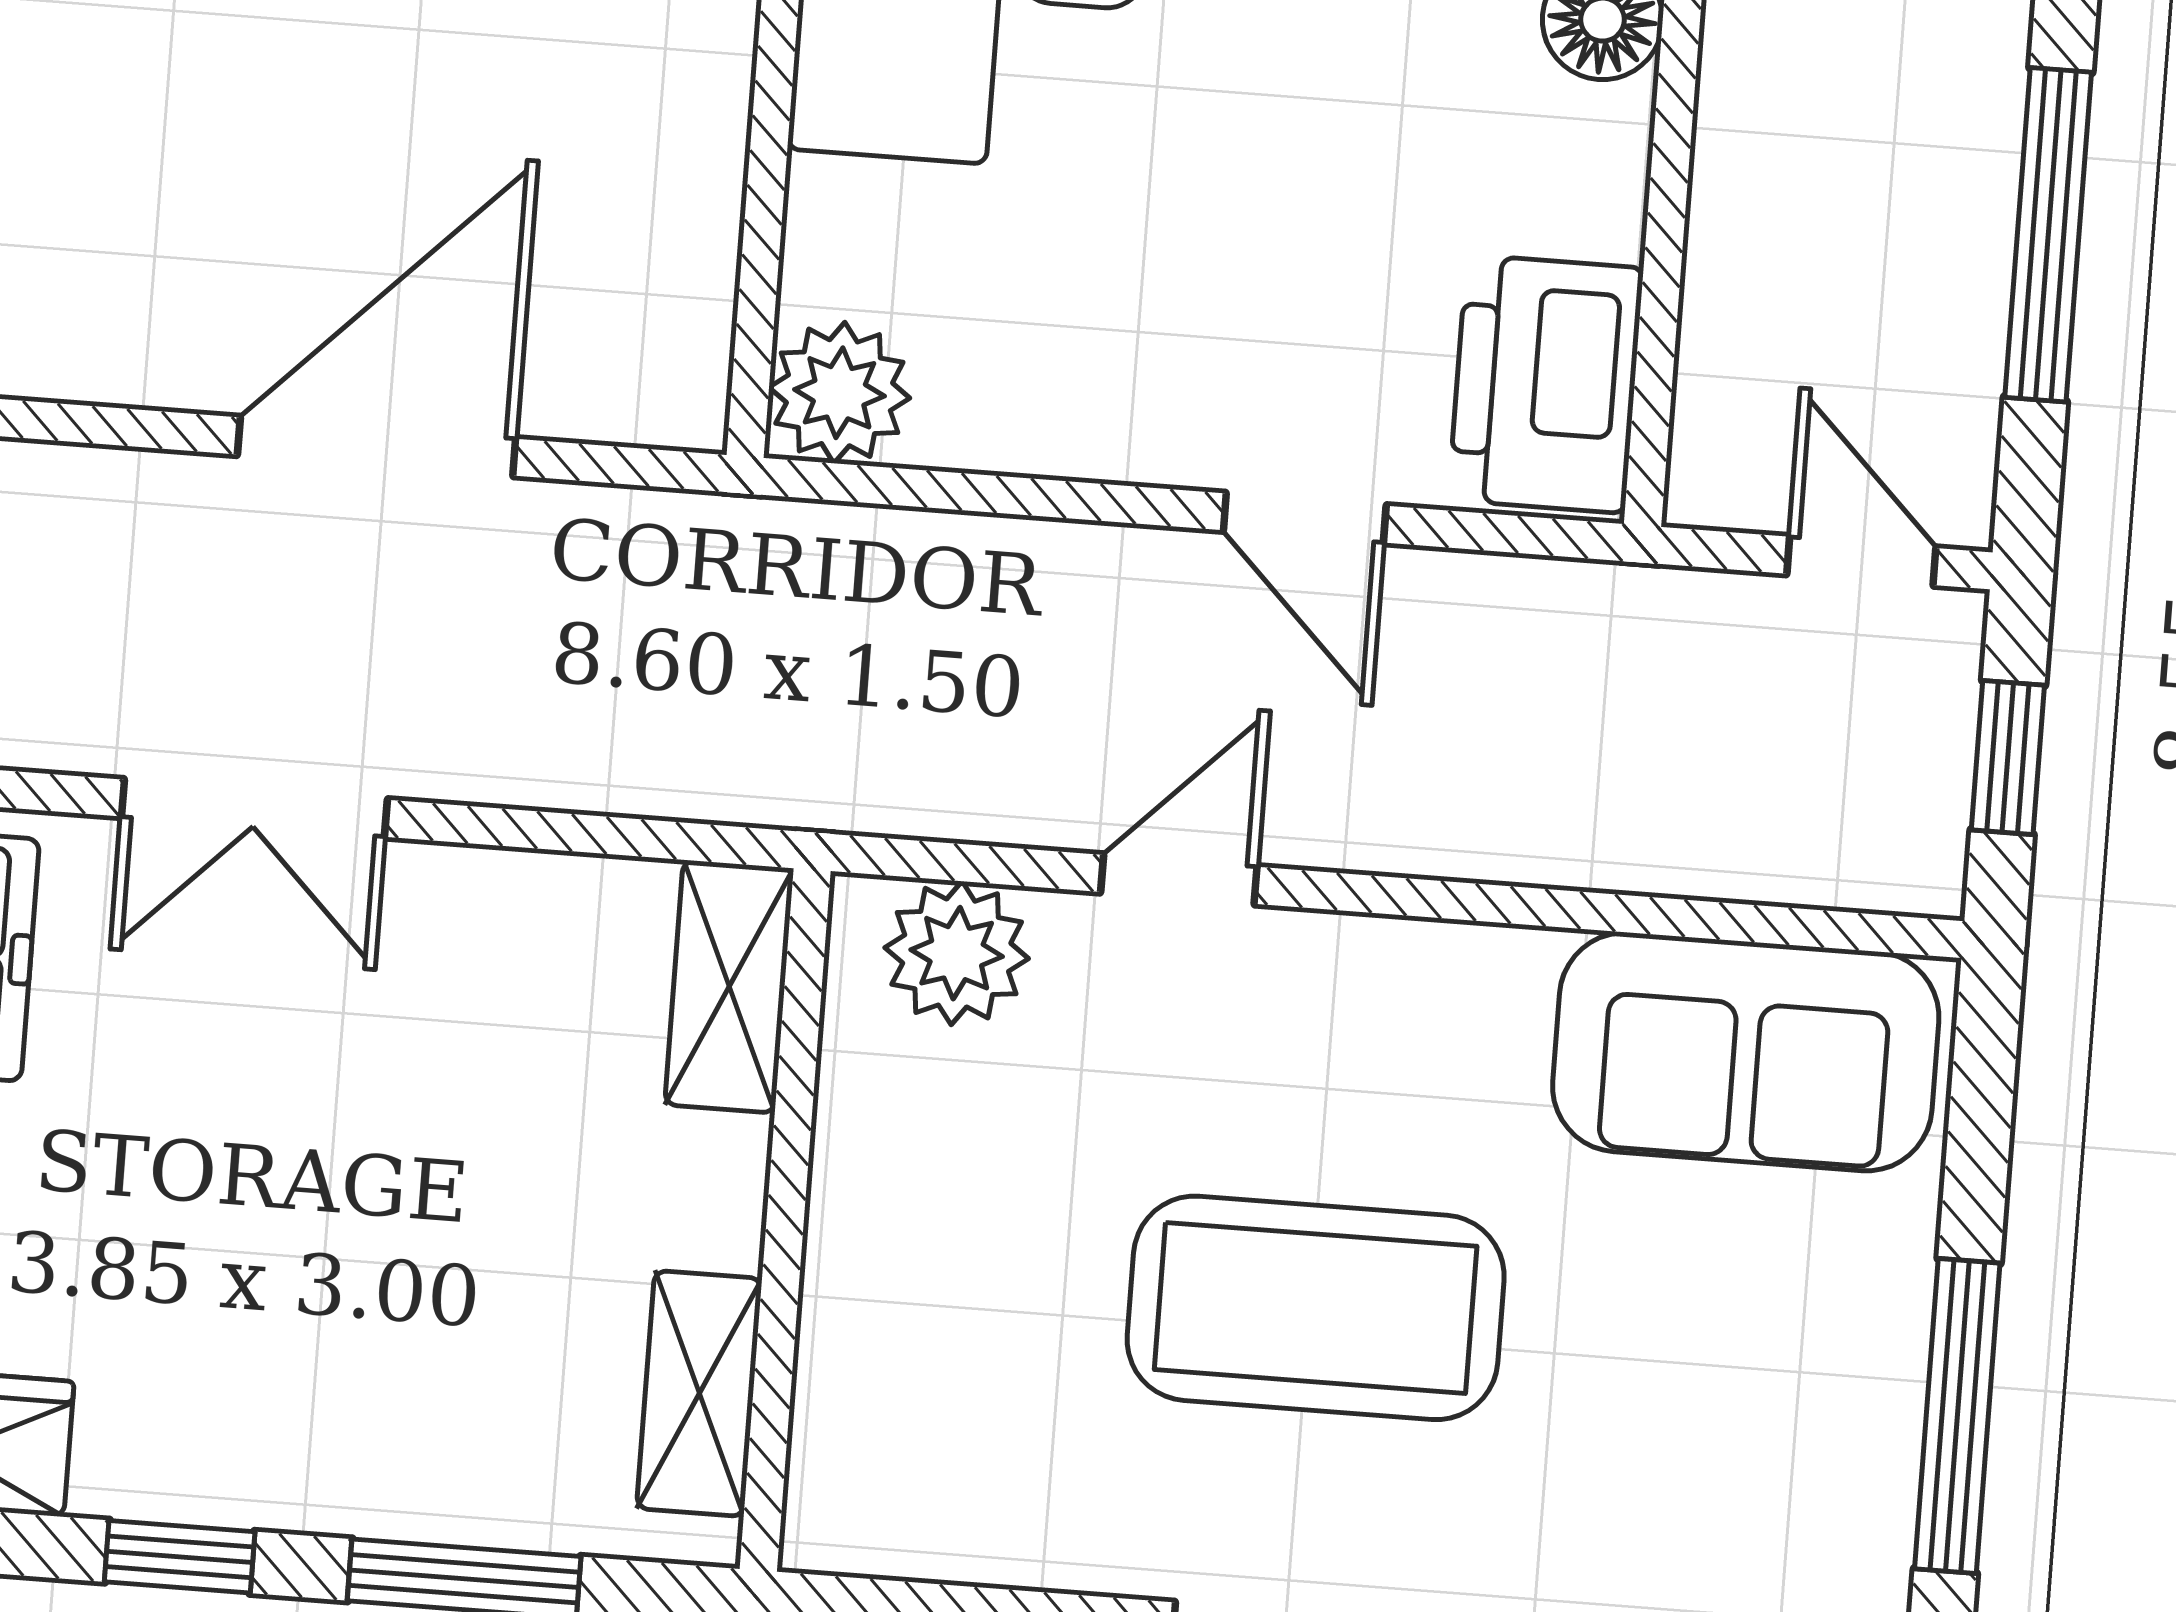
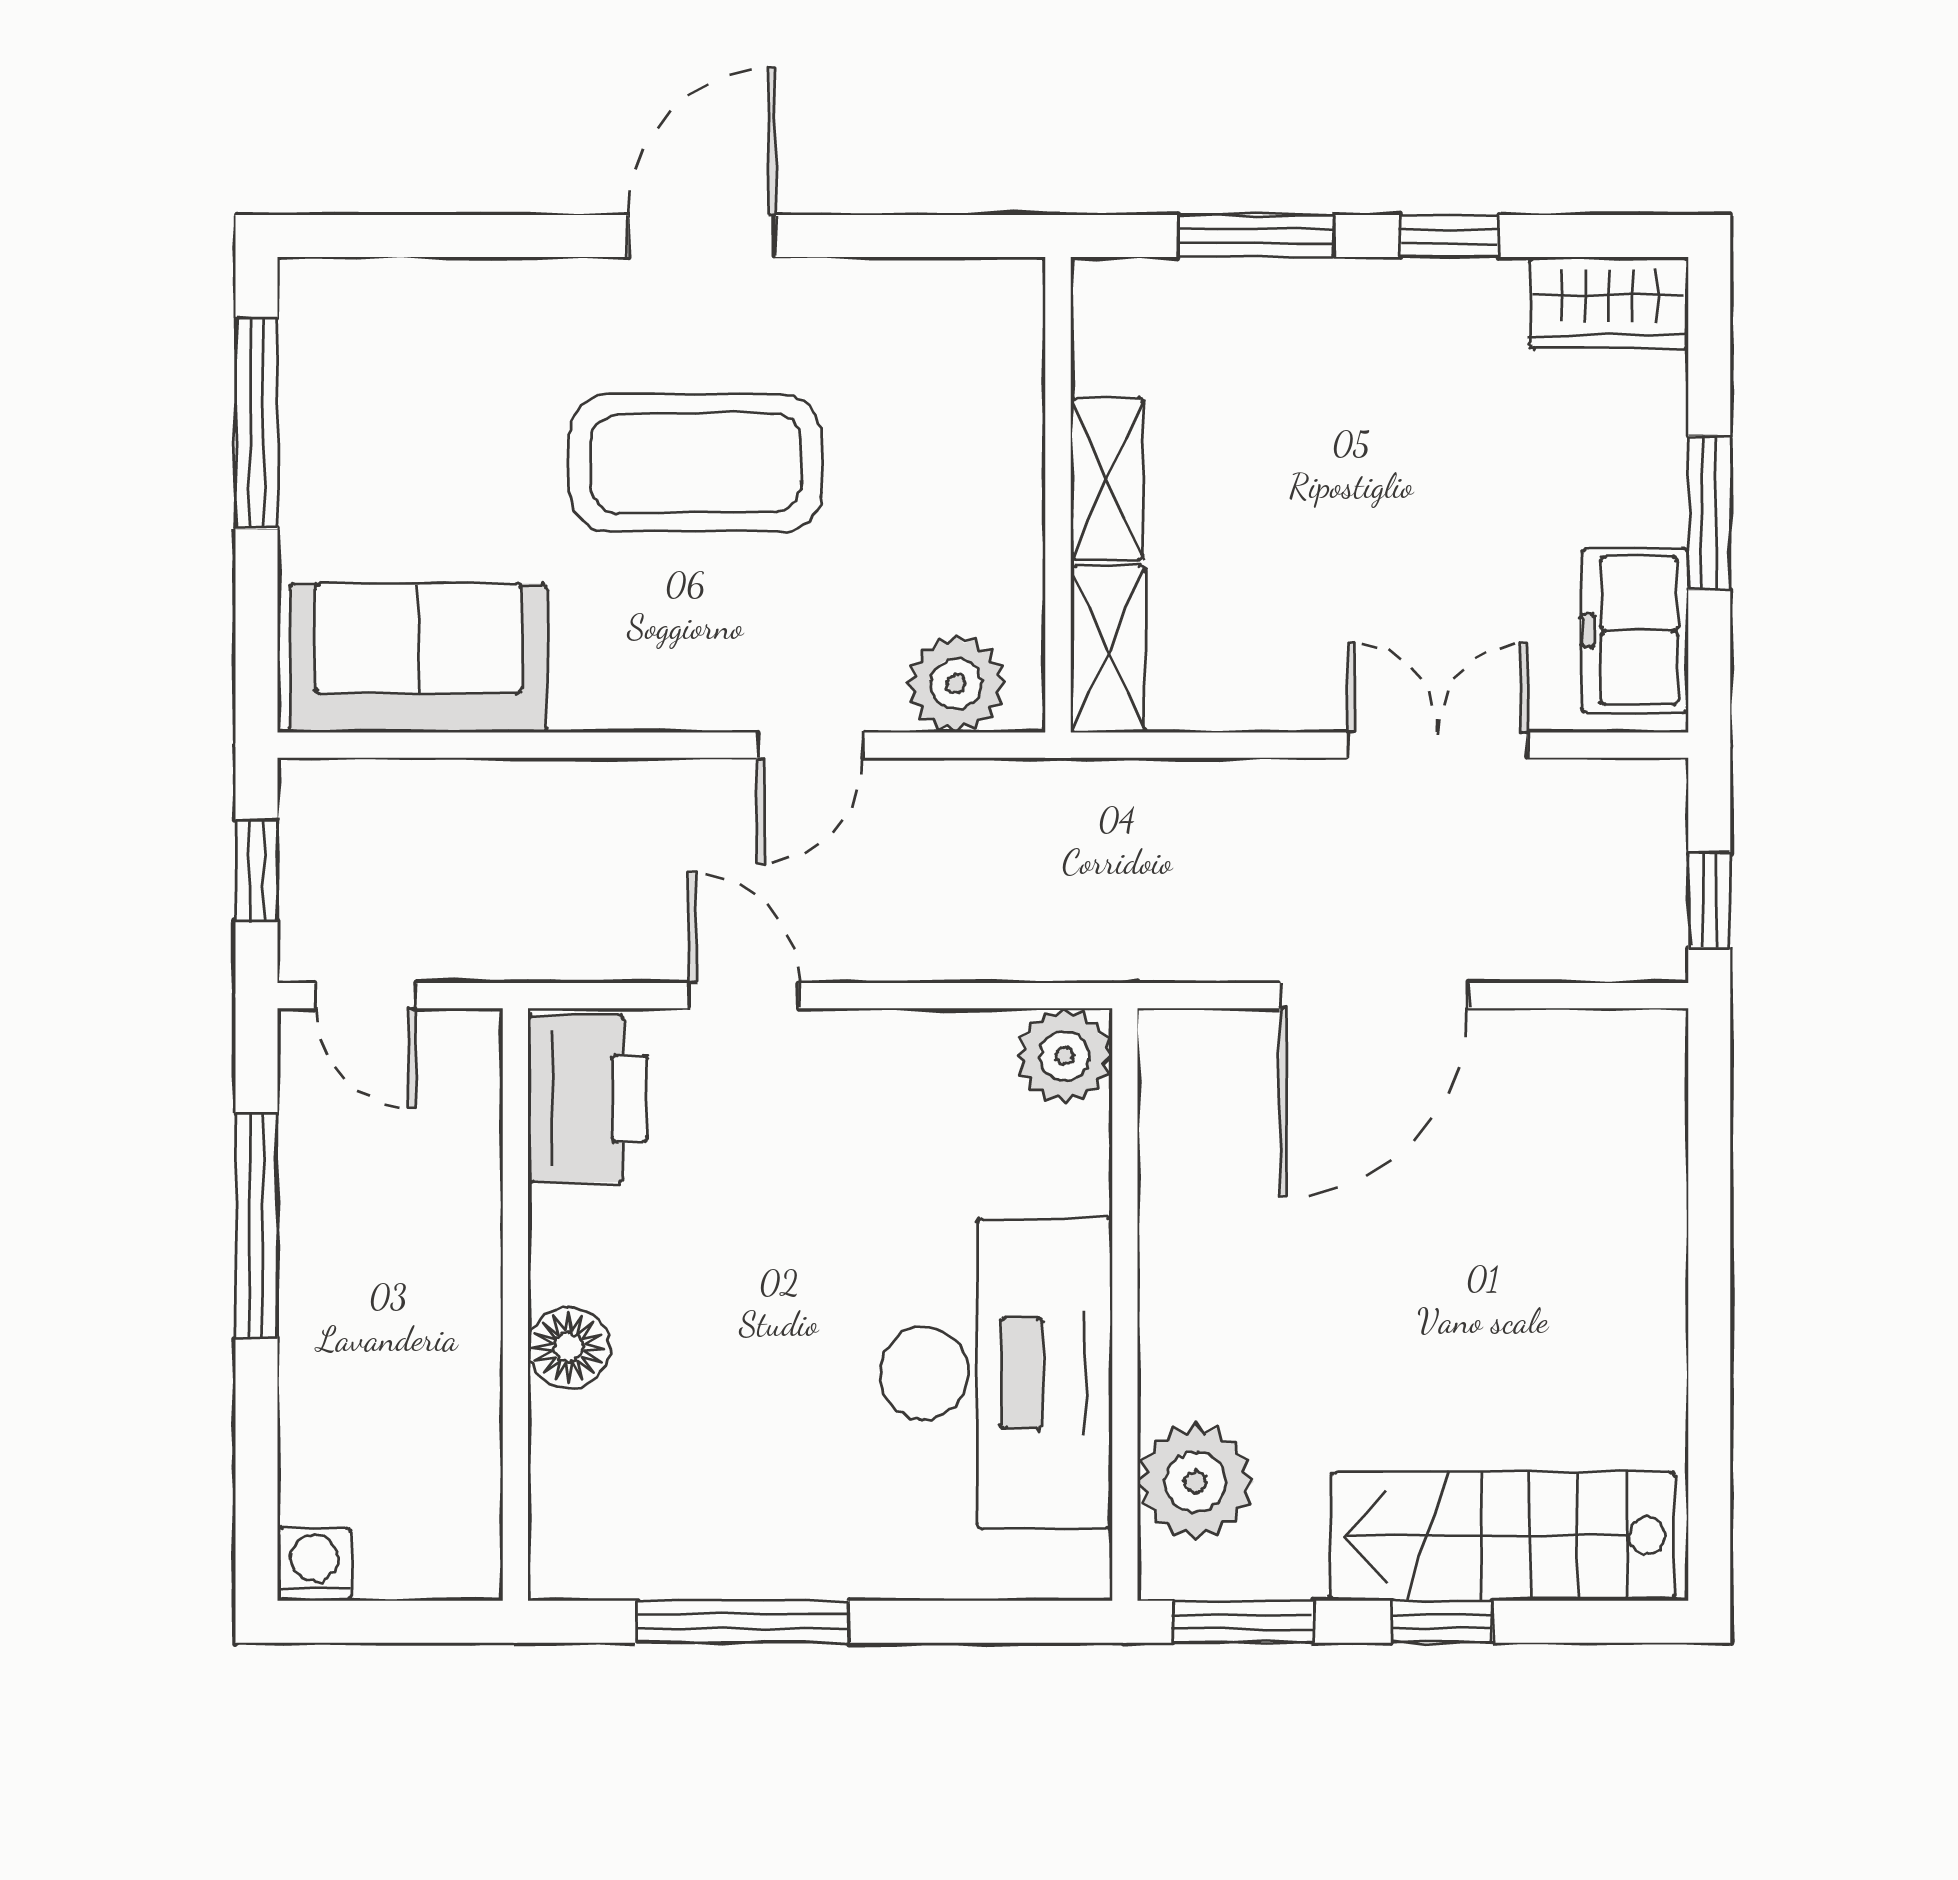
shelving: (699, 1394) -> (1107, 479), moved

